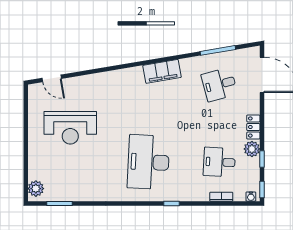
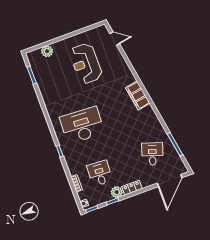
filing cabinet: (162, 71) -> (138, 96), moved
door: (52, 78) -> (115, 39), swing flipped
desk: (219, 84) -> (152, 154), turned 33
plant: (36, 189) -> (47, 51), moved

